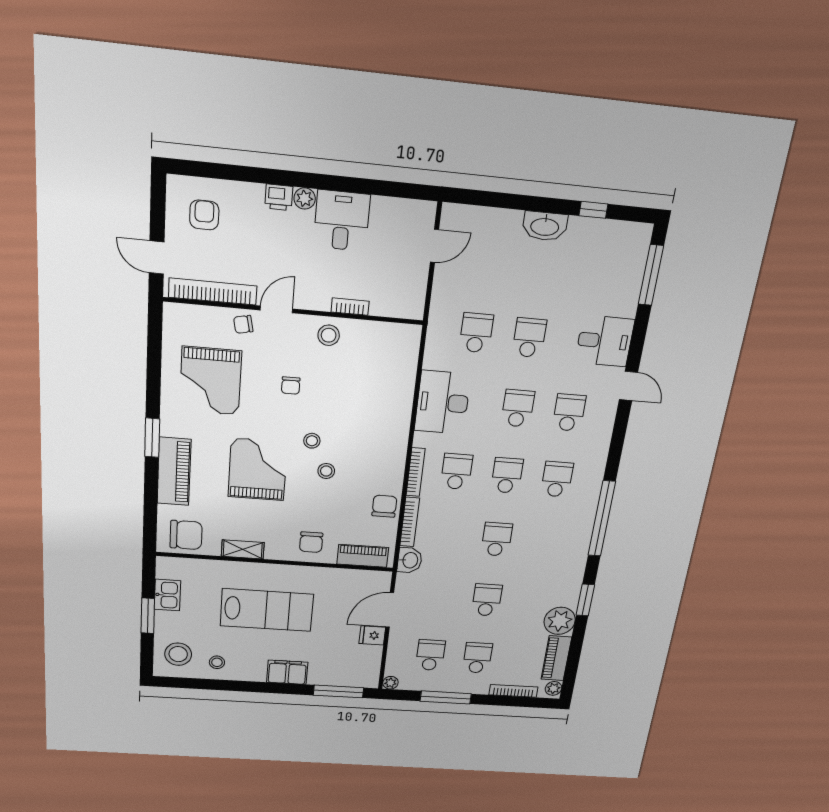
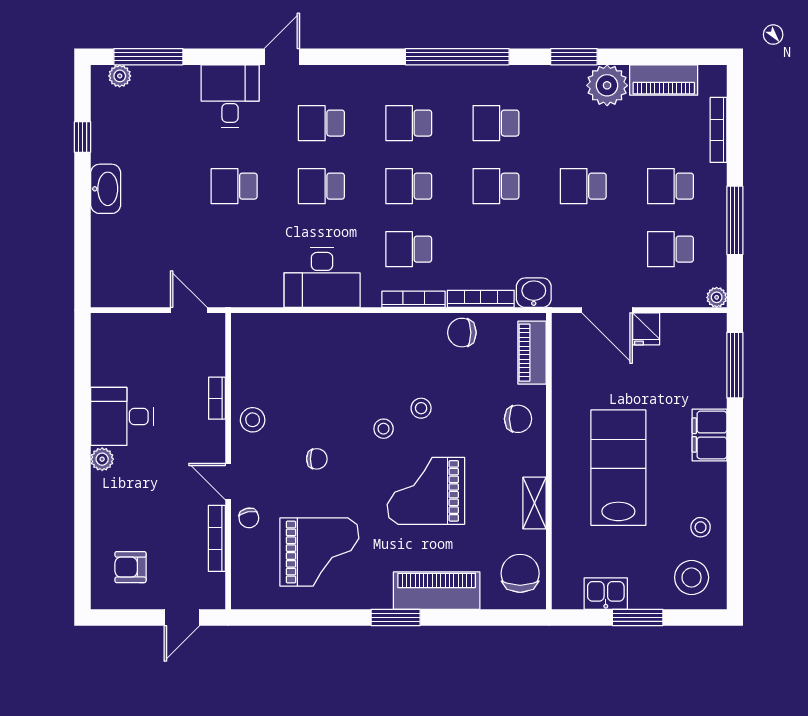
printer: (279, 197) -> (104, 487), removed
door: (435, 246) -> (189, 310), moved
bookcase: (213, 292) -> (217, 538), width x0.68, depth x0.76
school desk: (476, 333) -> (496, 123), moved
plant: (554, 688) -> (120, 76), moved

